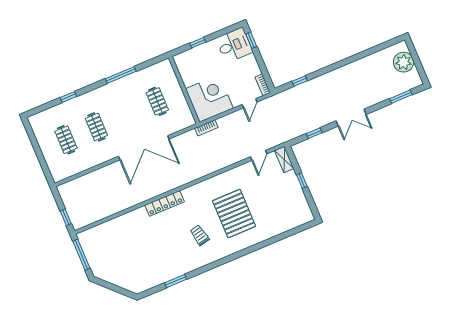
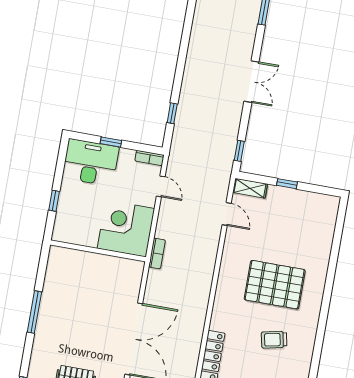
window: (251, 40) -> (111, 142), moved
desk: (234, 45) -> (91, 163), width x1.37
clothes rail: (157, 101) -> (91, 290), removed
window: (314, 133) -> (239, 151), moved

